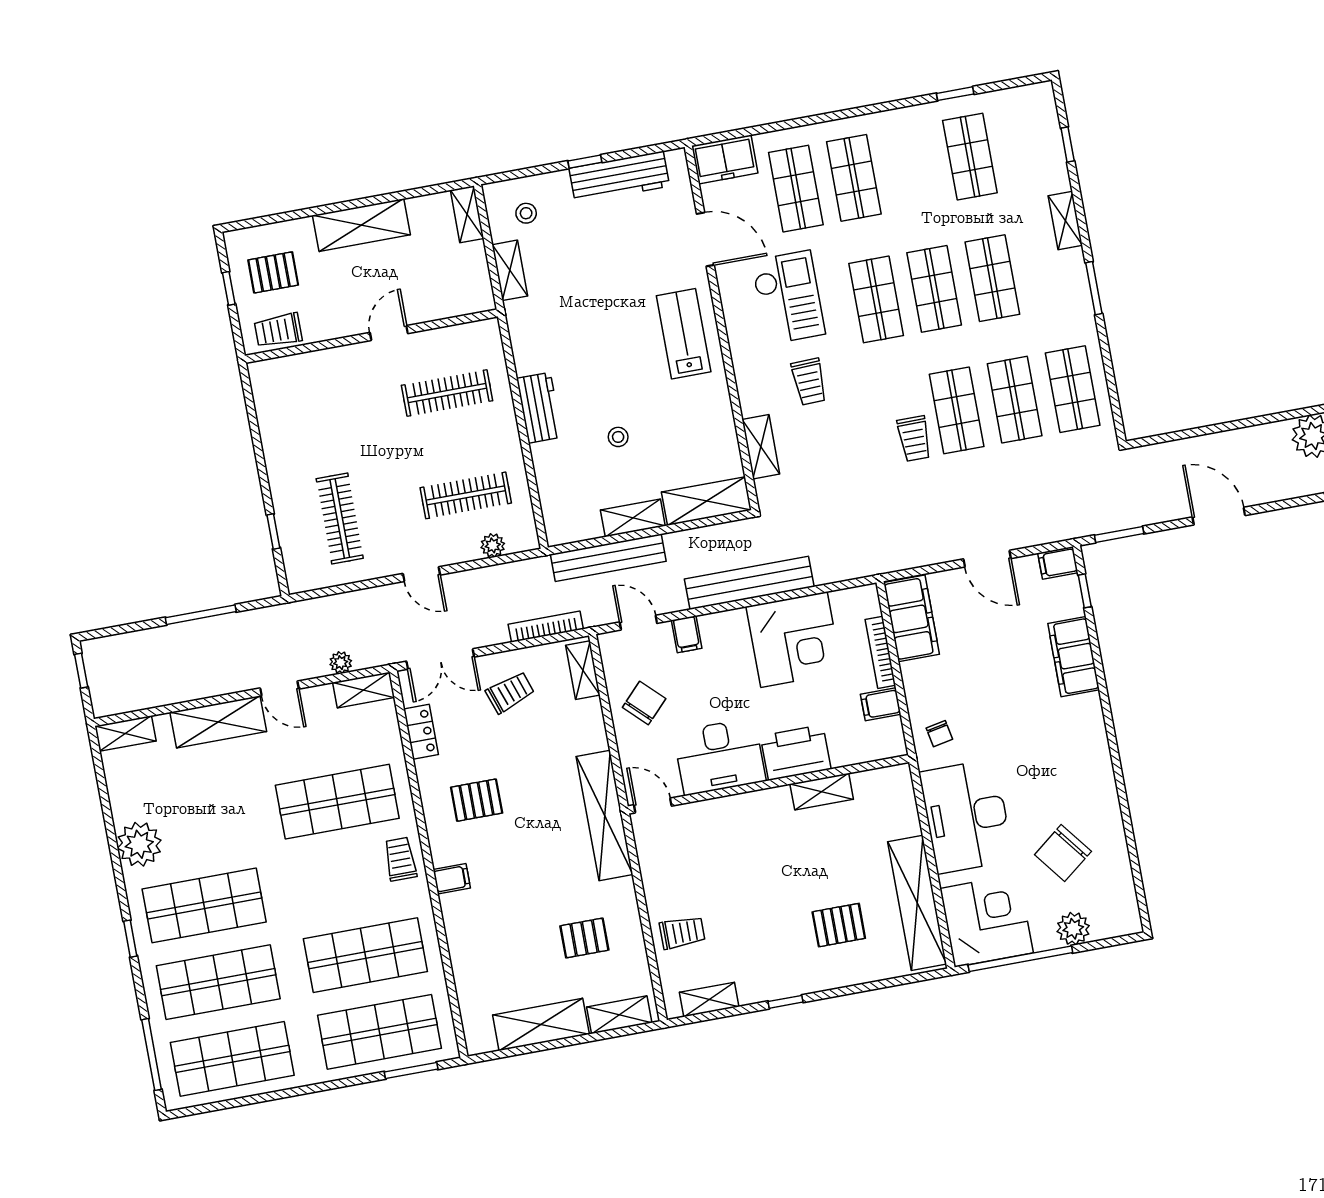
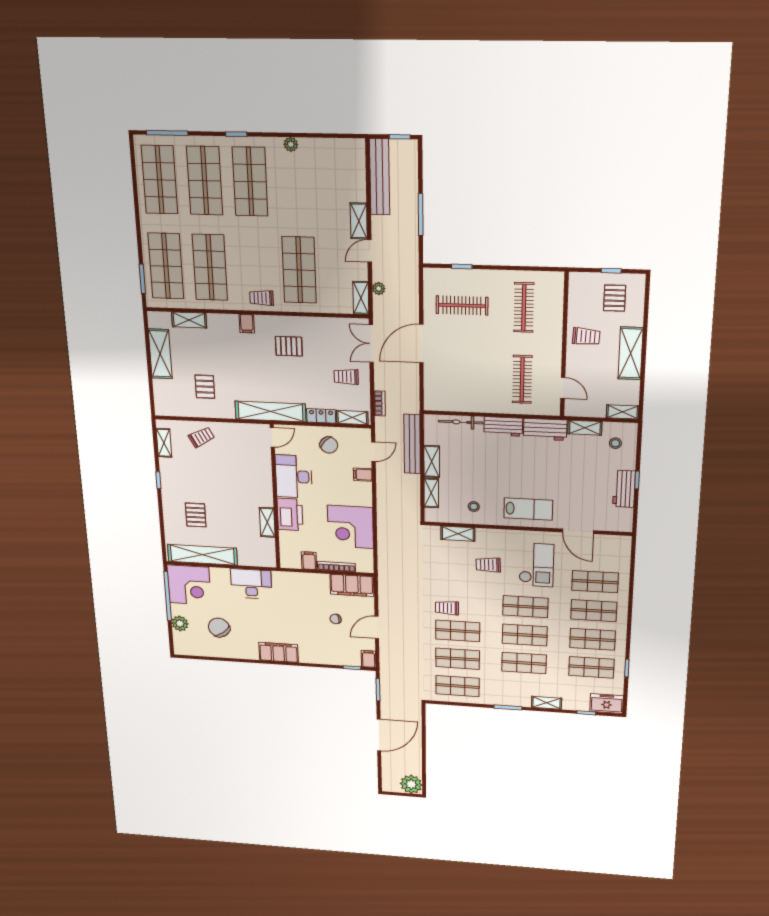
freezer: (725, 159) -> (607, 704), moved, turned 90
shop shelf: (912, 167) -> (593, 639), added
workbench: (619, 177) -> (624, 489), width x0.73
door: (705, 239) -> (578, 531), hinge flipped
checkout: (788, 297) -> (536, 565), turned -90
trolley: (278, 330) -> (586, 336), moved, turned 93
door: (389, 333) -> (563, 388), moved
workbench: (528, 336) -> (545, 429), added
stool: (618, 437) -> (474, 507), moved
bicycle: (548, 482) -> (461, 422), added
clothes rail: (466, 495) -> (524, 307), moved
shelving: (706, 501) -> (431, 493), width x0.67, depth x0.75
door: (1219, 516) -> (379, 735), width x1.36
plant: (493, 545) -> (430, 385), removed
door: (421, 574) -> (421, 344), width x1.87
bench: (749, 583) -> (380, 177), moved
bookcase: (546, 627) -> (380, 403), width x0.64
filing cabinet: (1074, 657) -> (279, 652), moved
trolley: (510, 692) -> (346, 377), turned 109
shelving: (218, 722) -> (359, 221), width x0.67, depth x0.75
locker: (421, 732) -> (321, 416), moved, turned 180
shelving: (125, 734) -> (358, 156), removed
chair: (939, 734) -> (336, 619), moved
pallet: (477, 800) -> (289, 346), turned 90
desk: (966, 816) -> (251, 584), width x0.73, depth x0.77
plant: (139, 844) -> (291, 144), width x0.53, depth x0.53
trolley: (400, 859) -> (262, 298), turned 180
trolley: (682, 933) -> (201, 437), turned -118
shelving: (619, 1015) -> (189, 320), moved, turned 90

